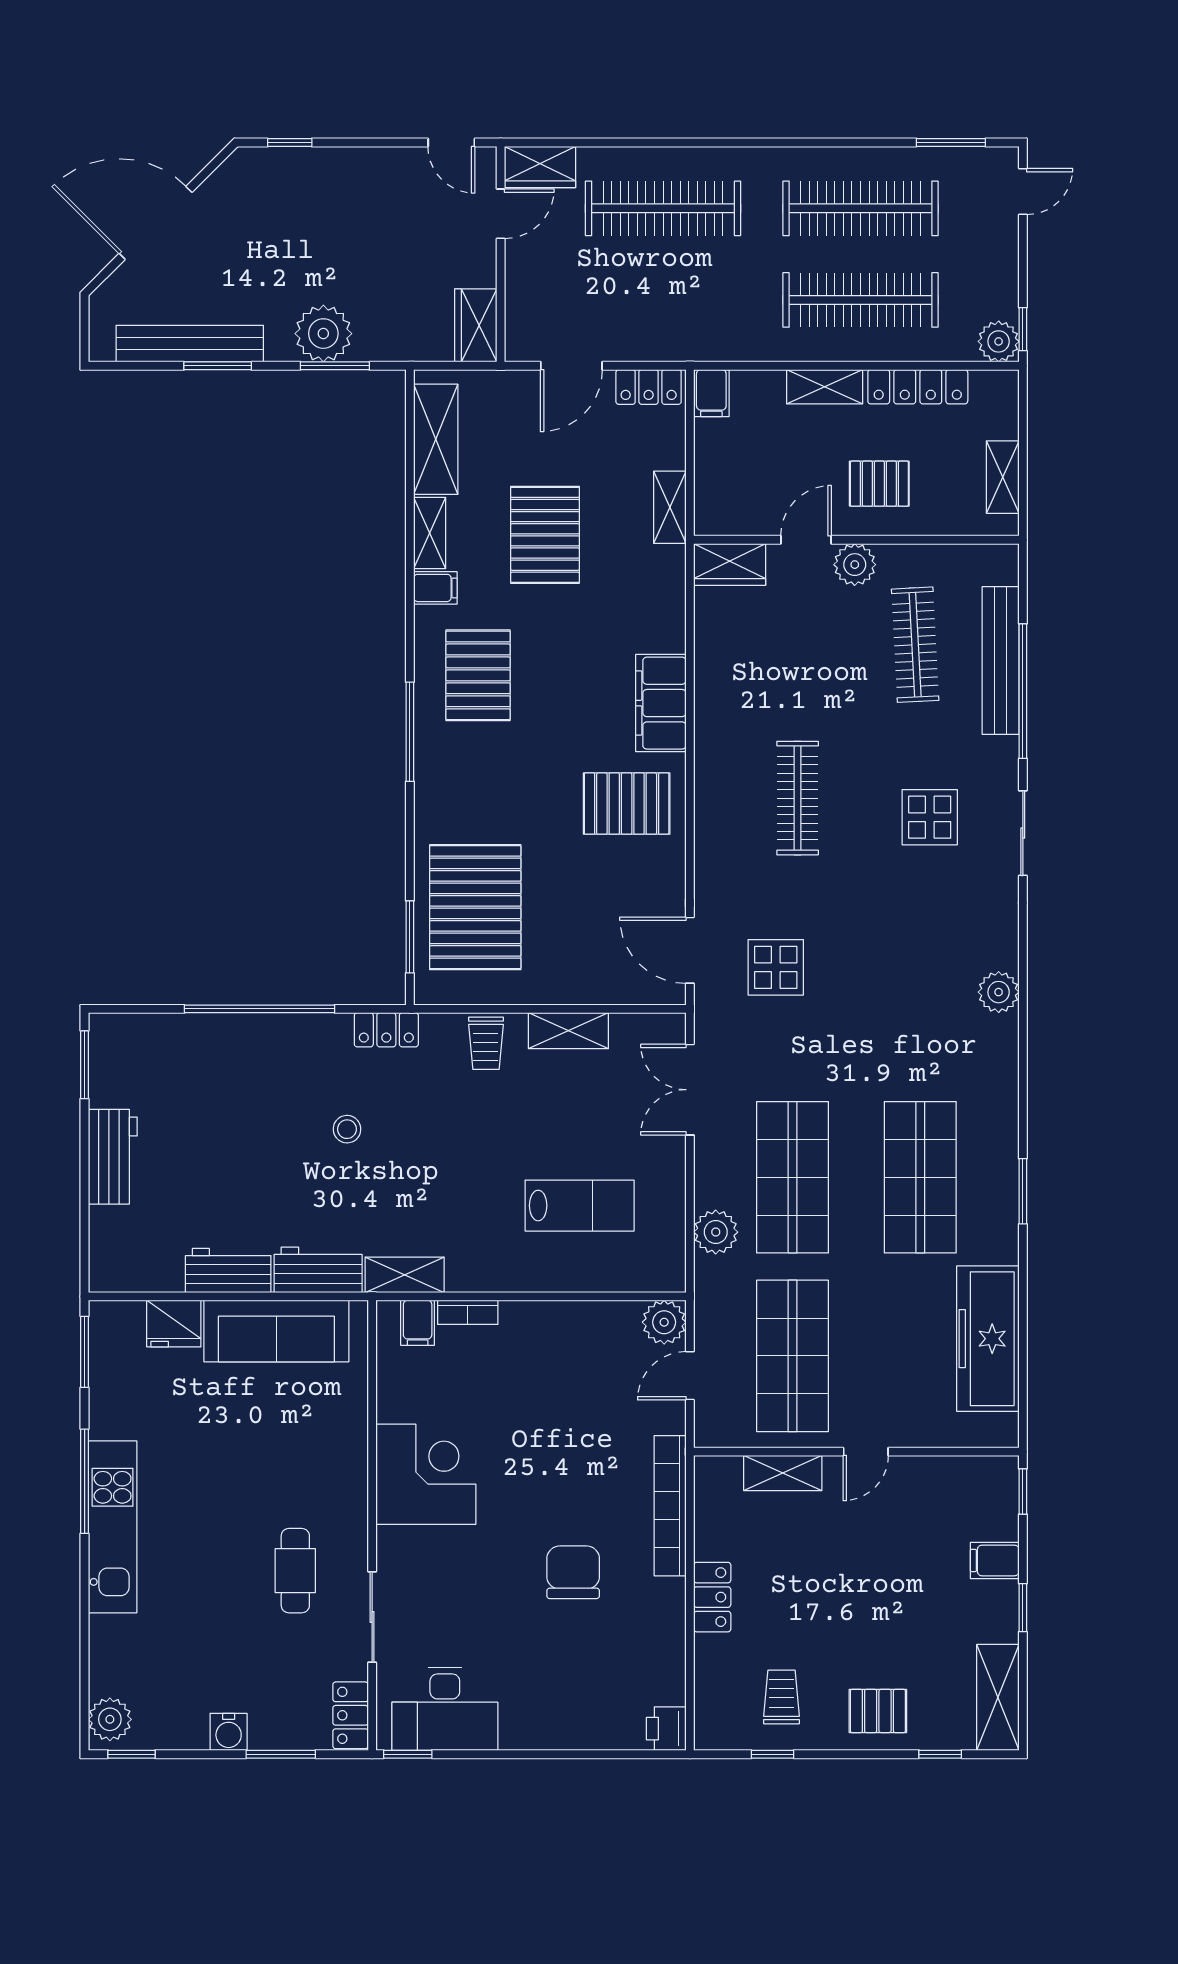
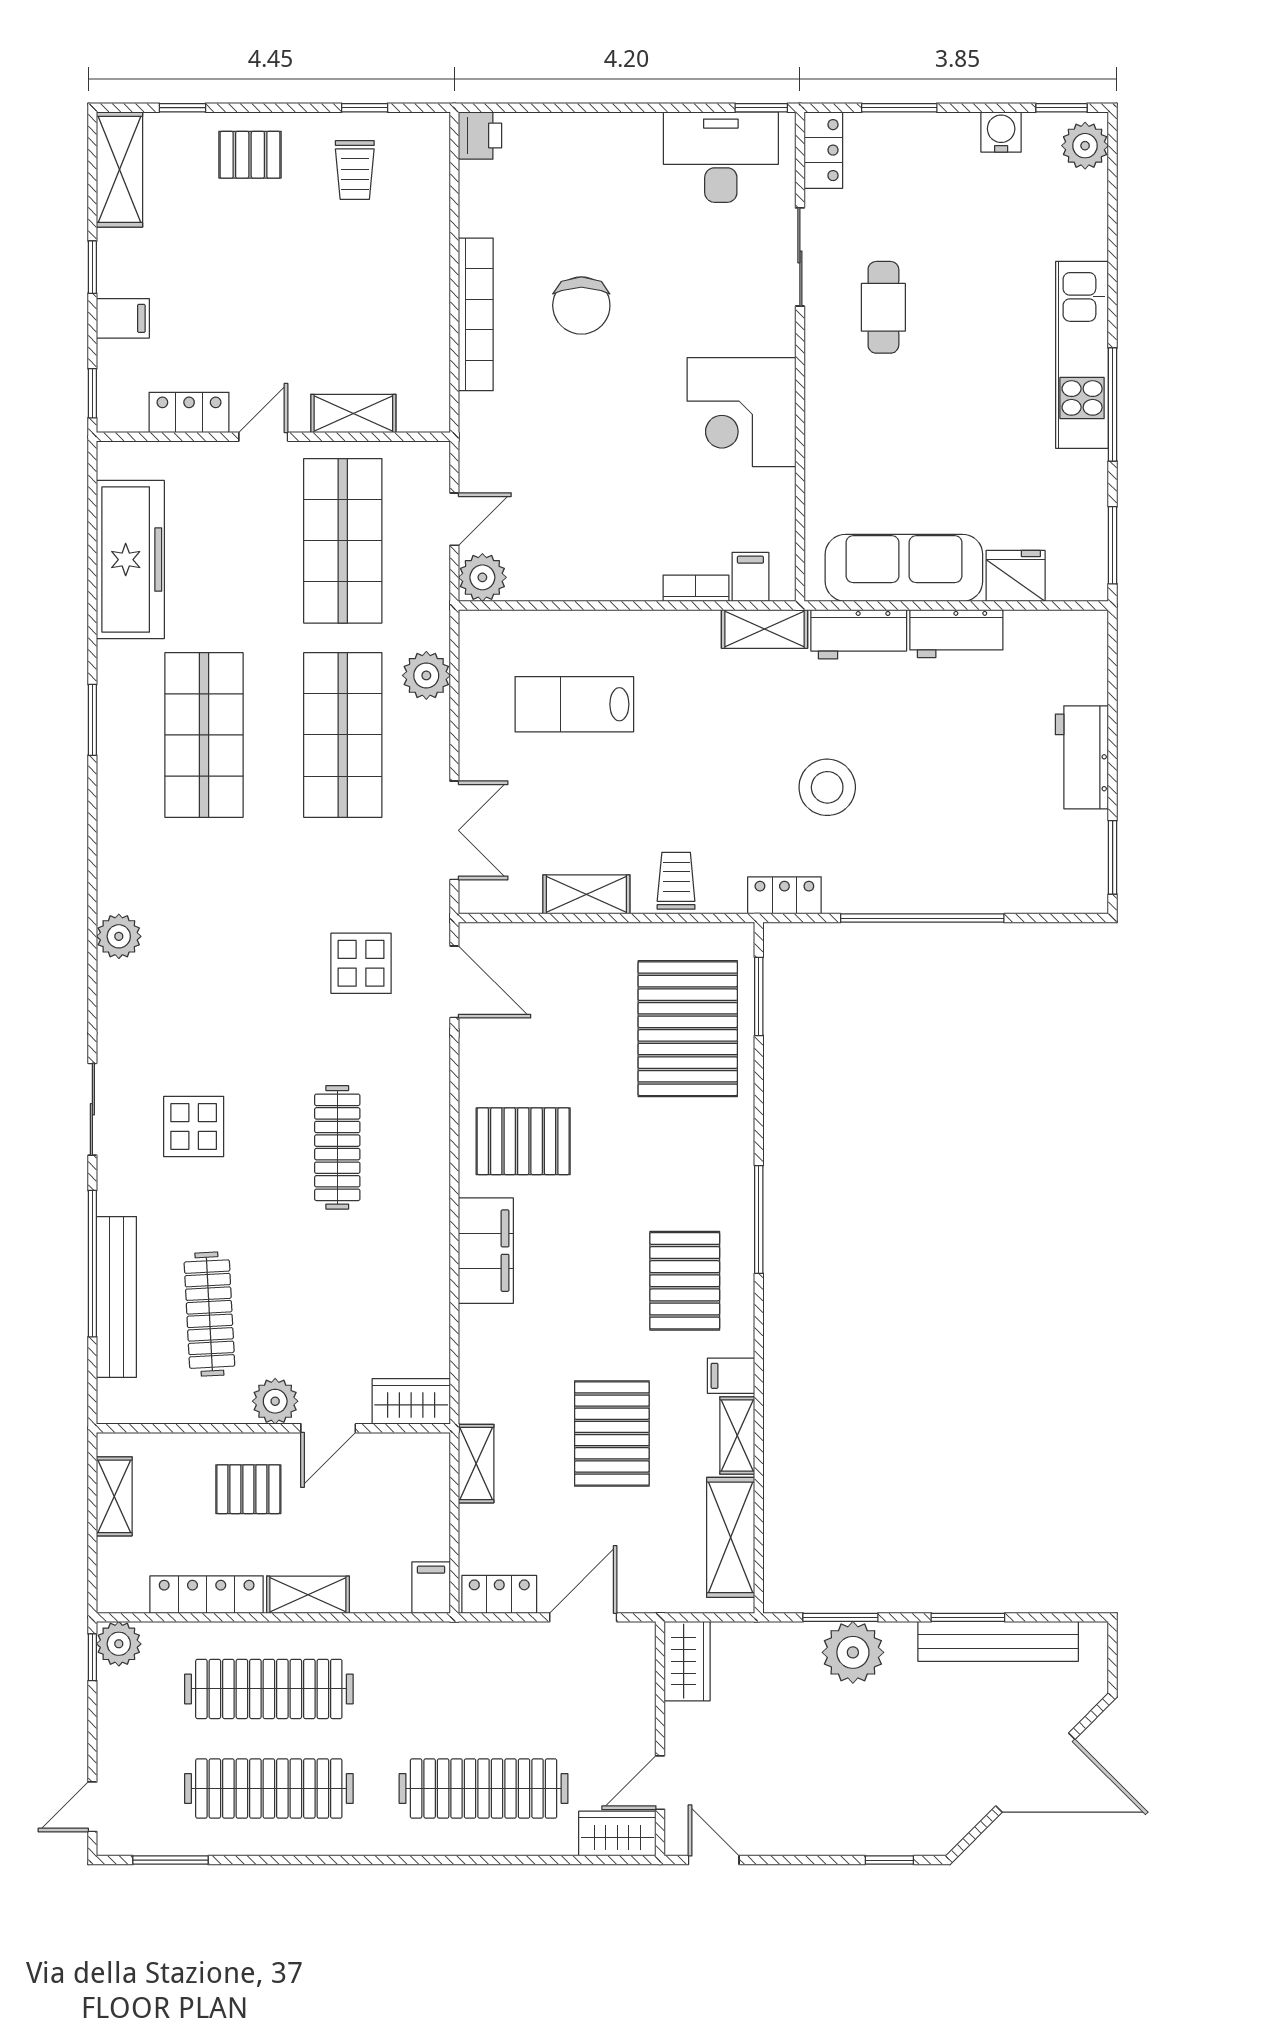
stool: (347, 1129) -> (827, 787), width x1.89, depth x1.89
bookcase: (670, 1506) -> (476, 314), moved
locker: (712, 1597) -> (189, 412), moved, turned 90
water cooler: (229, 1732) -> (1001, 132), moved

